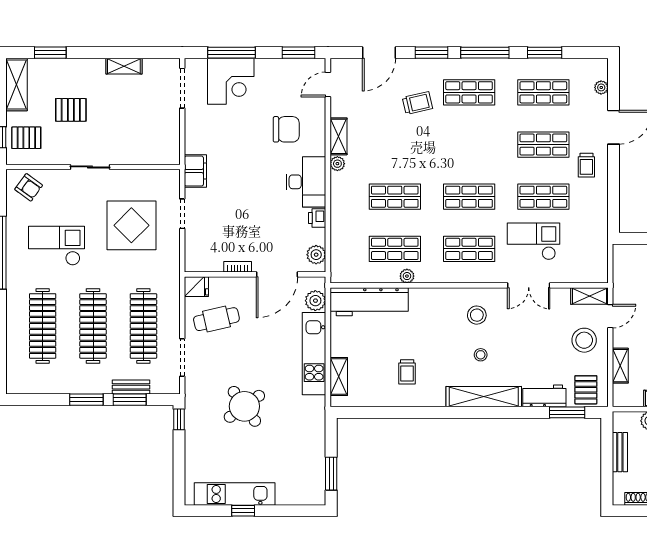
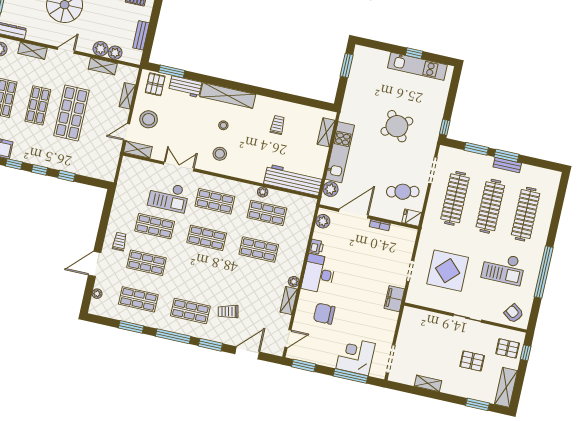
bench: (131, 387) -> (507, 165), moved

